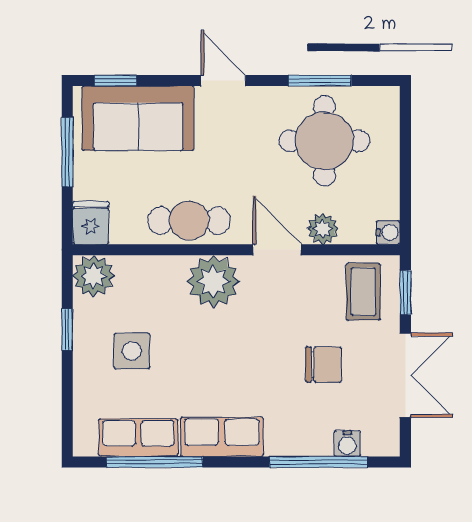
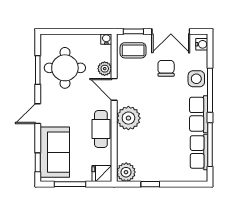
door: (277, 250) -> (114, 89), hinge flipped
side table: (132, 351) -> (196, 79), moved
double door: (405, 375) -> (171, 31), swing flipped
water cooler: (347, 444) -> (202, 44), moved
window: (319, 462) -> (210, 90), moved

